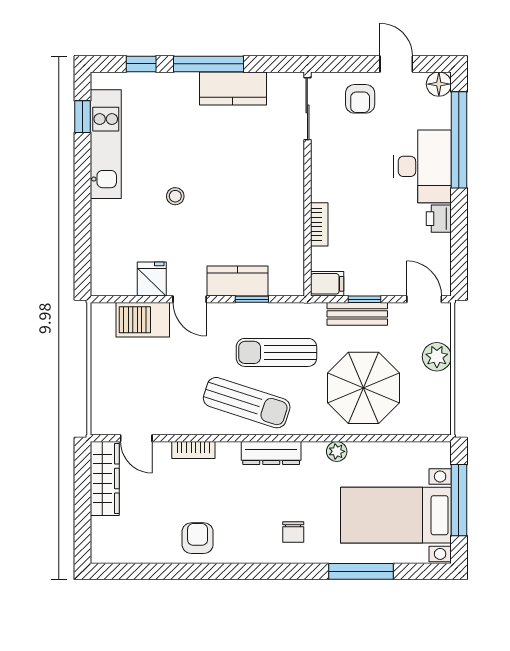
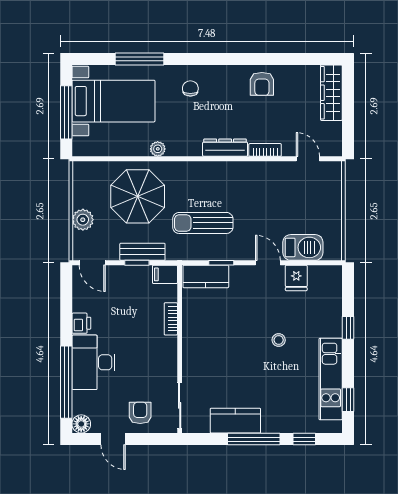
window: (83, 212) -> (348, 328), added
kitchen counter: (237, 281) -> (206, 276), moved
sun lounger: (276, 352) -> (203, 223), turned 180
sun lounger: (247, 403) -> (225, 185), removed
dresser: (271, 453) -> (225, 148), moved
wardrobe: (105, 479) -> (331, 93), moved

